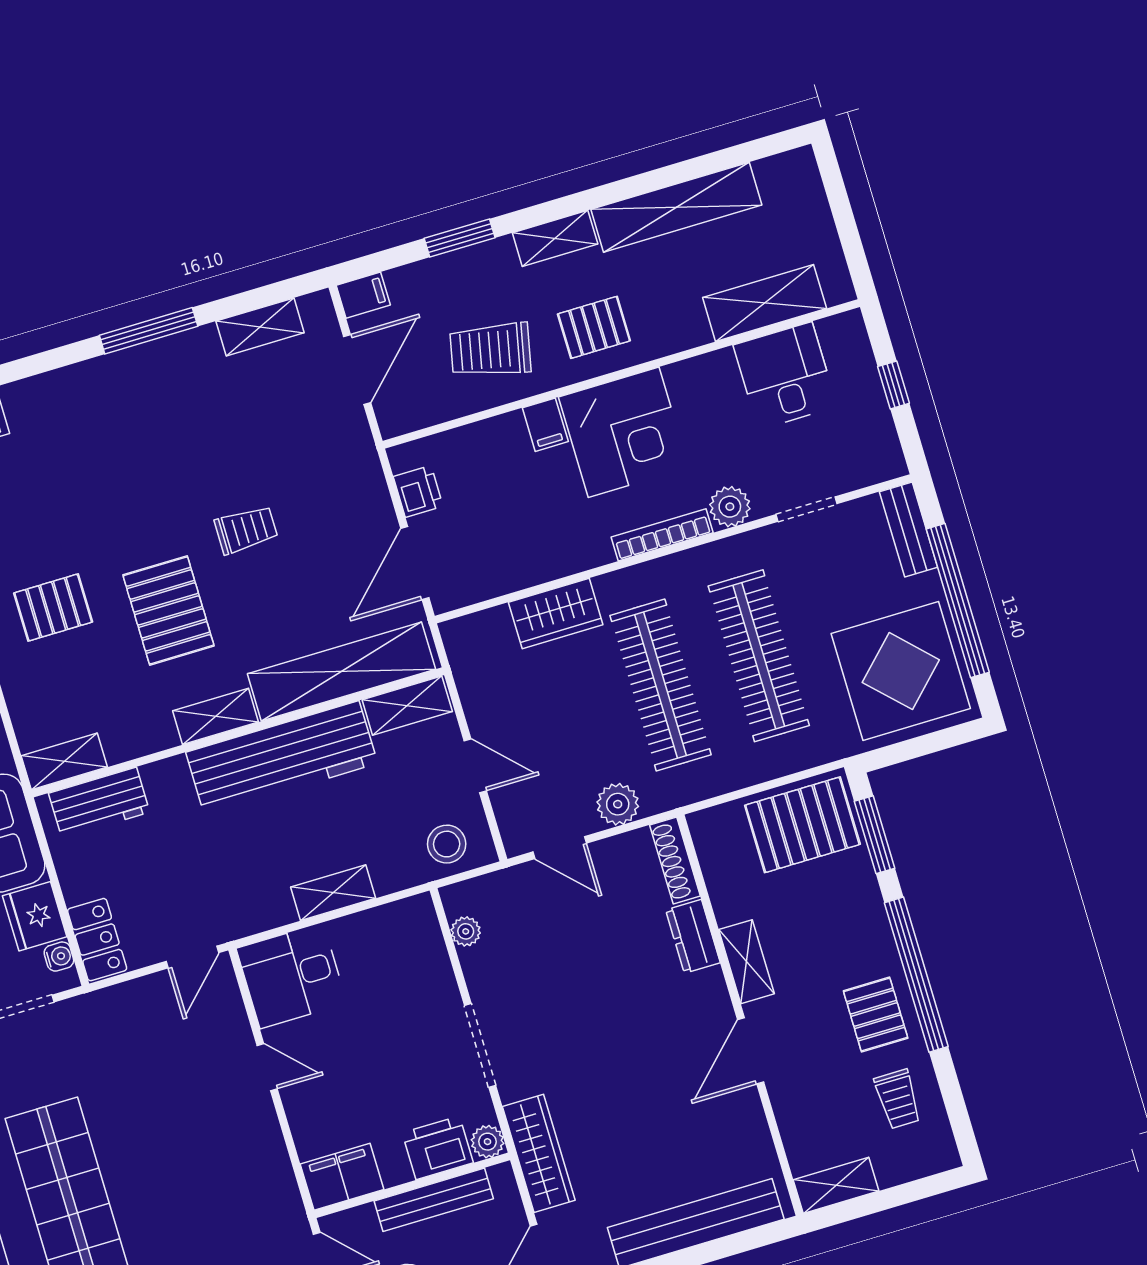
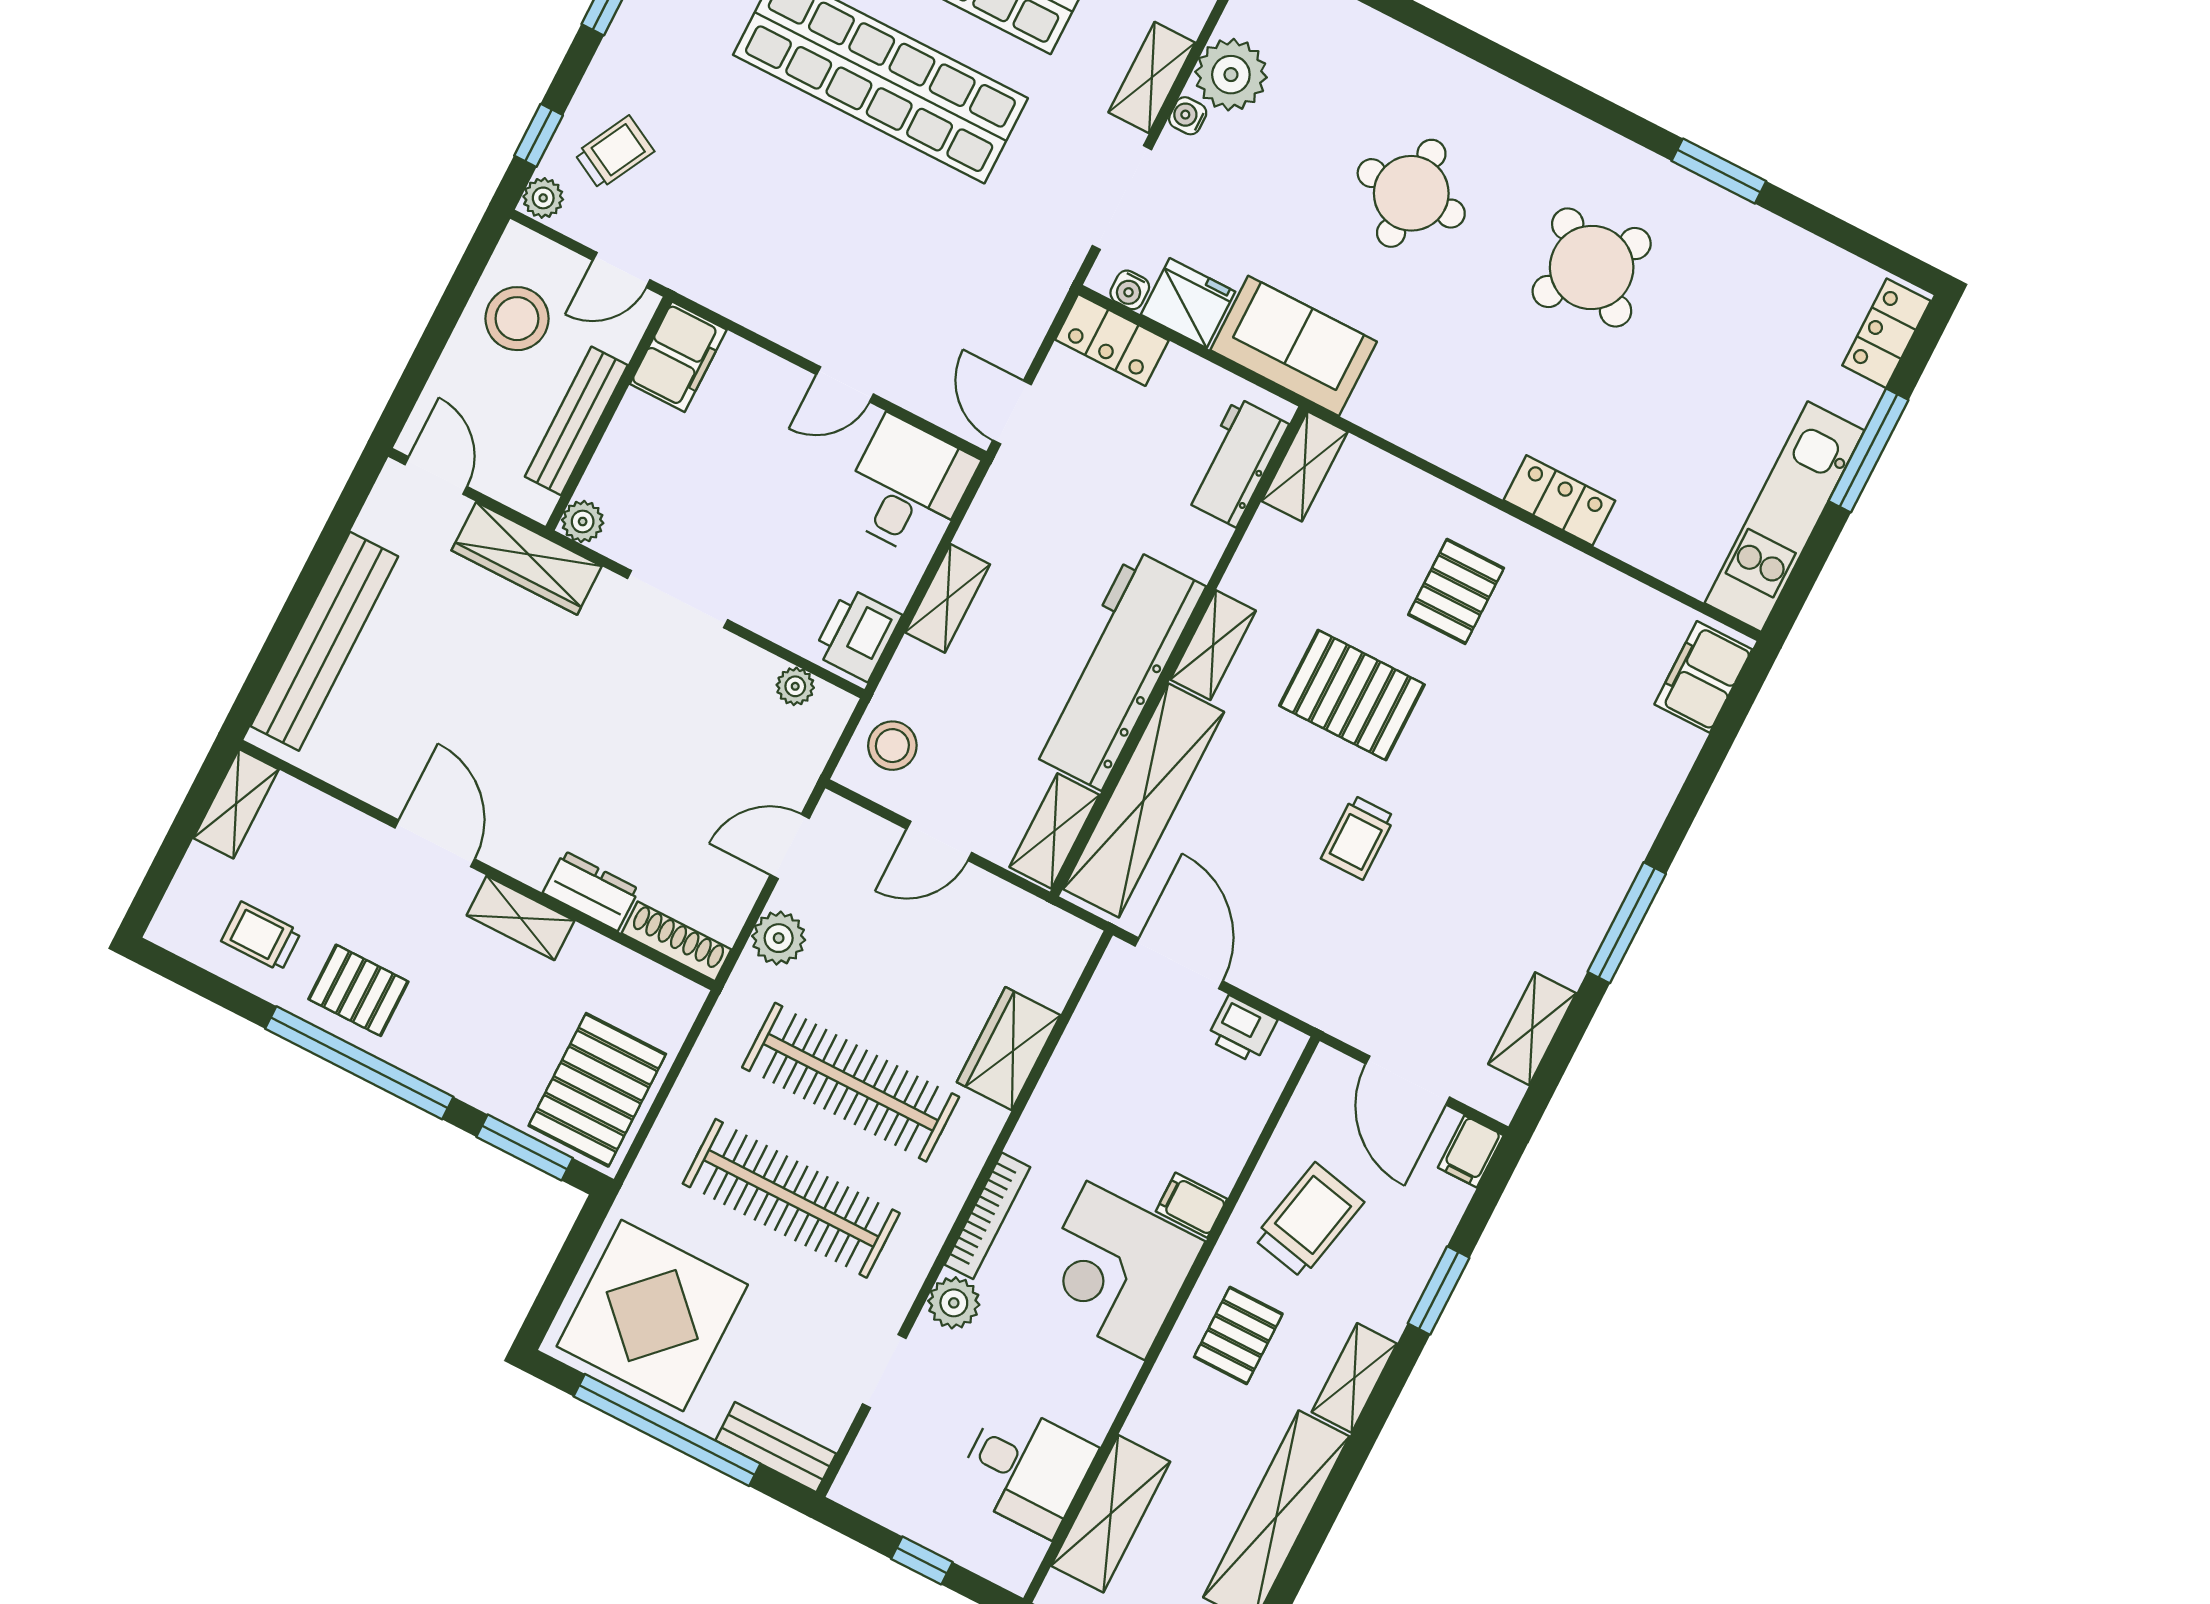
printer: (438, 1148) -> (857, 635), moved, turned 180

